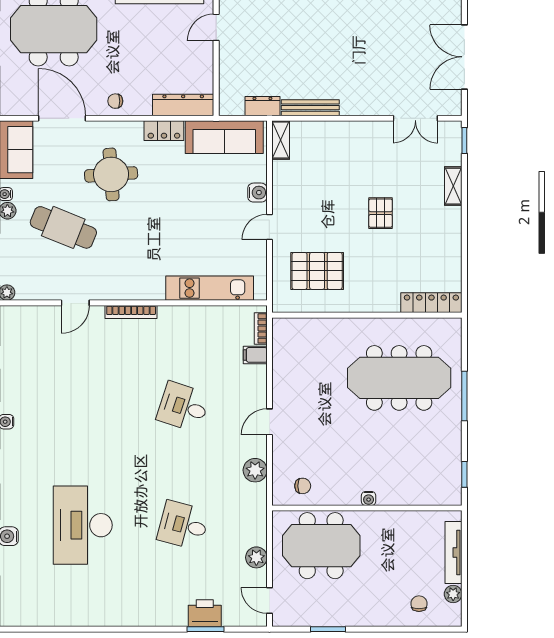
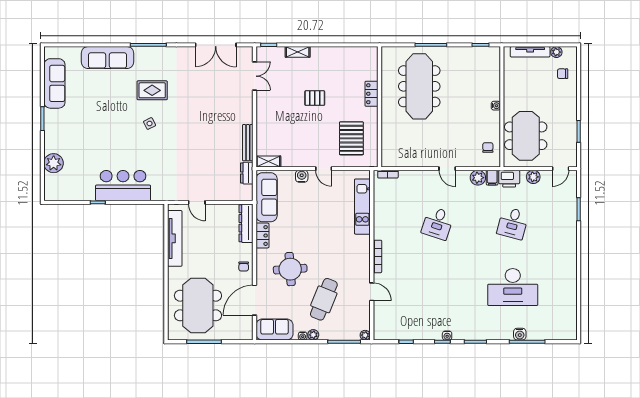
locker: (431, 303) -> (372, 94), moved, width x0.66
filing cabinet: (255, 355) -> (492, 178), moved
printer: (205, 613) -> (509, 179), moved, turned -90

